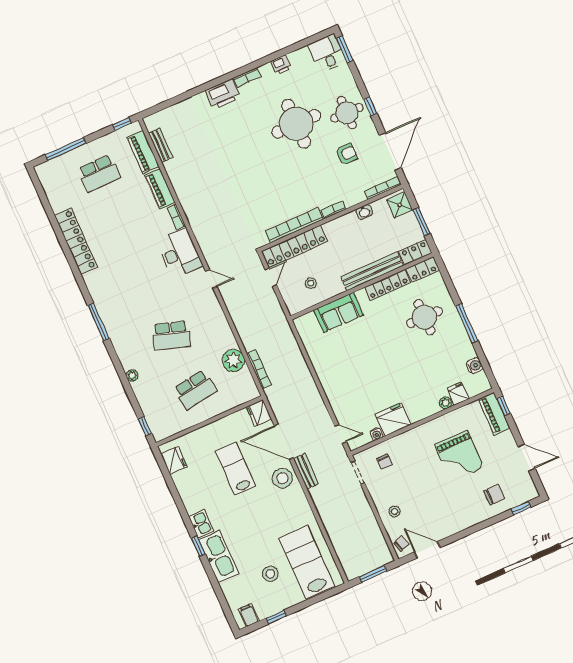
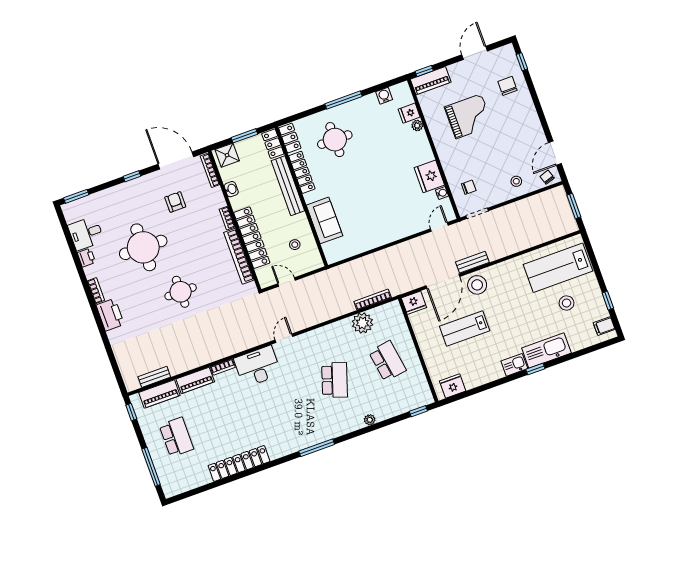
desk: (327, 53) -> (86, 233), moved
round table: (347, 113) -> (181, 292), moved
locker: (294, 246) -> (252, 238), moved

